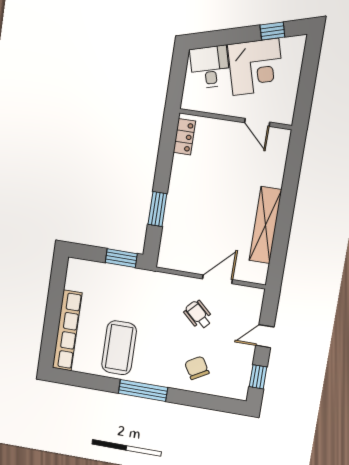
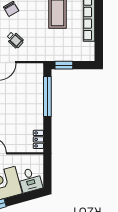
window: (157, 209) -> (47, 96), width x2.11

